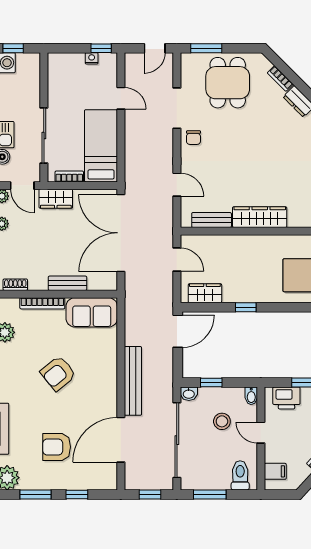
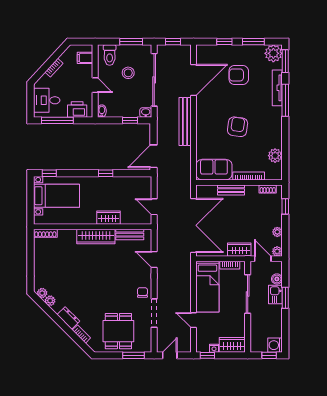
wardrobe: (66, 63) -> (232, 345), added
wardrobe: (205, 293) -> (109, 218), moved, turned 180
armchair: (58, 373) -> (238, 127), turned -43
stool: (222, 421) -> (128, 73), moved
armchair: (57, 447) -> (239, 75), turned 180

